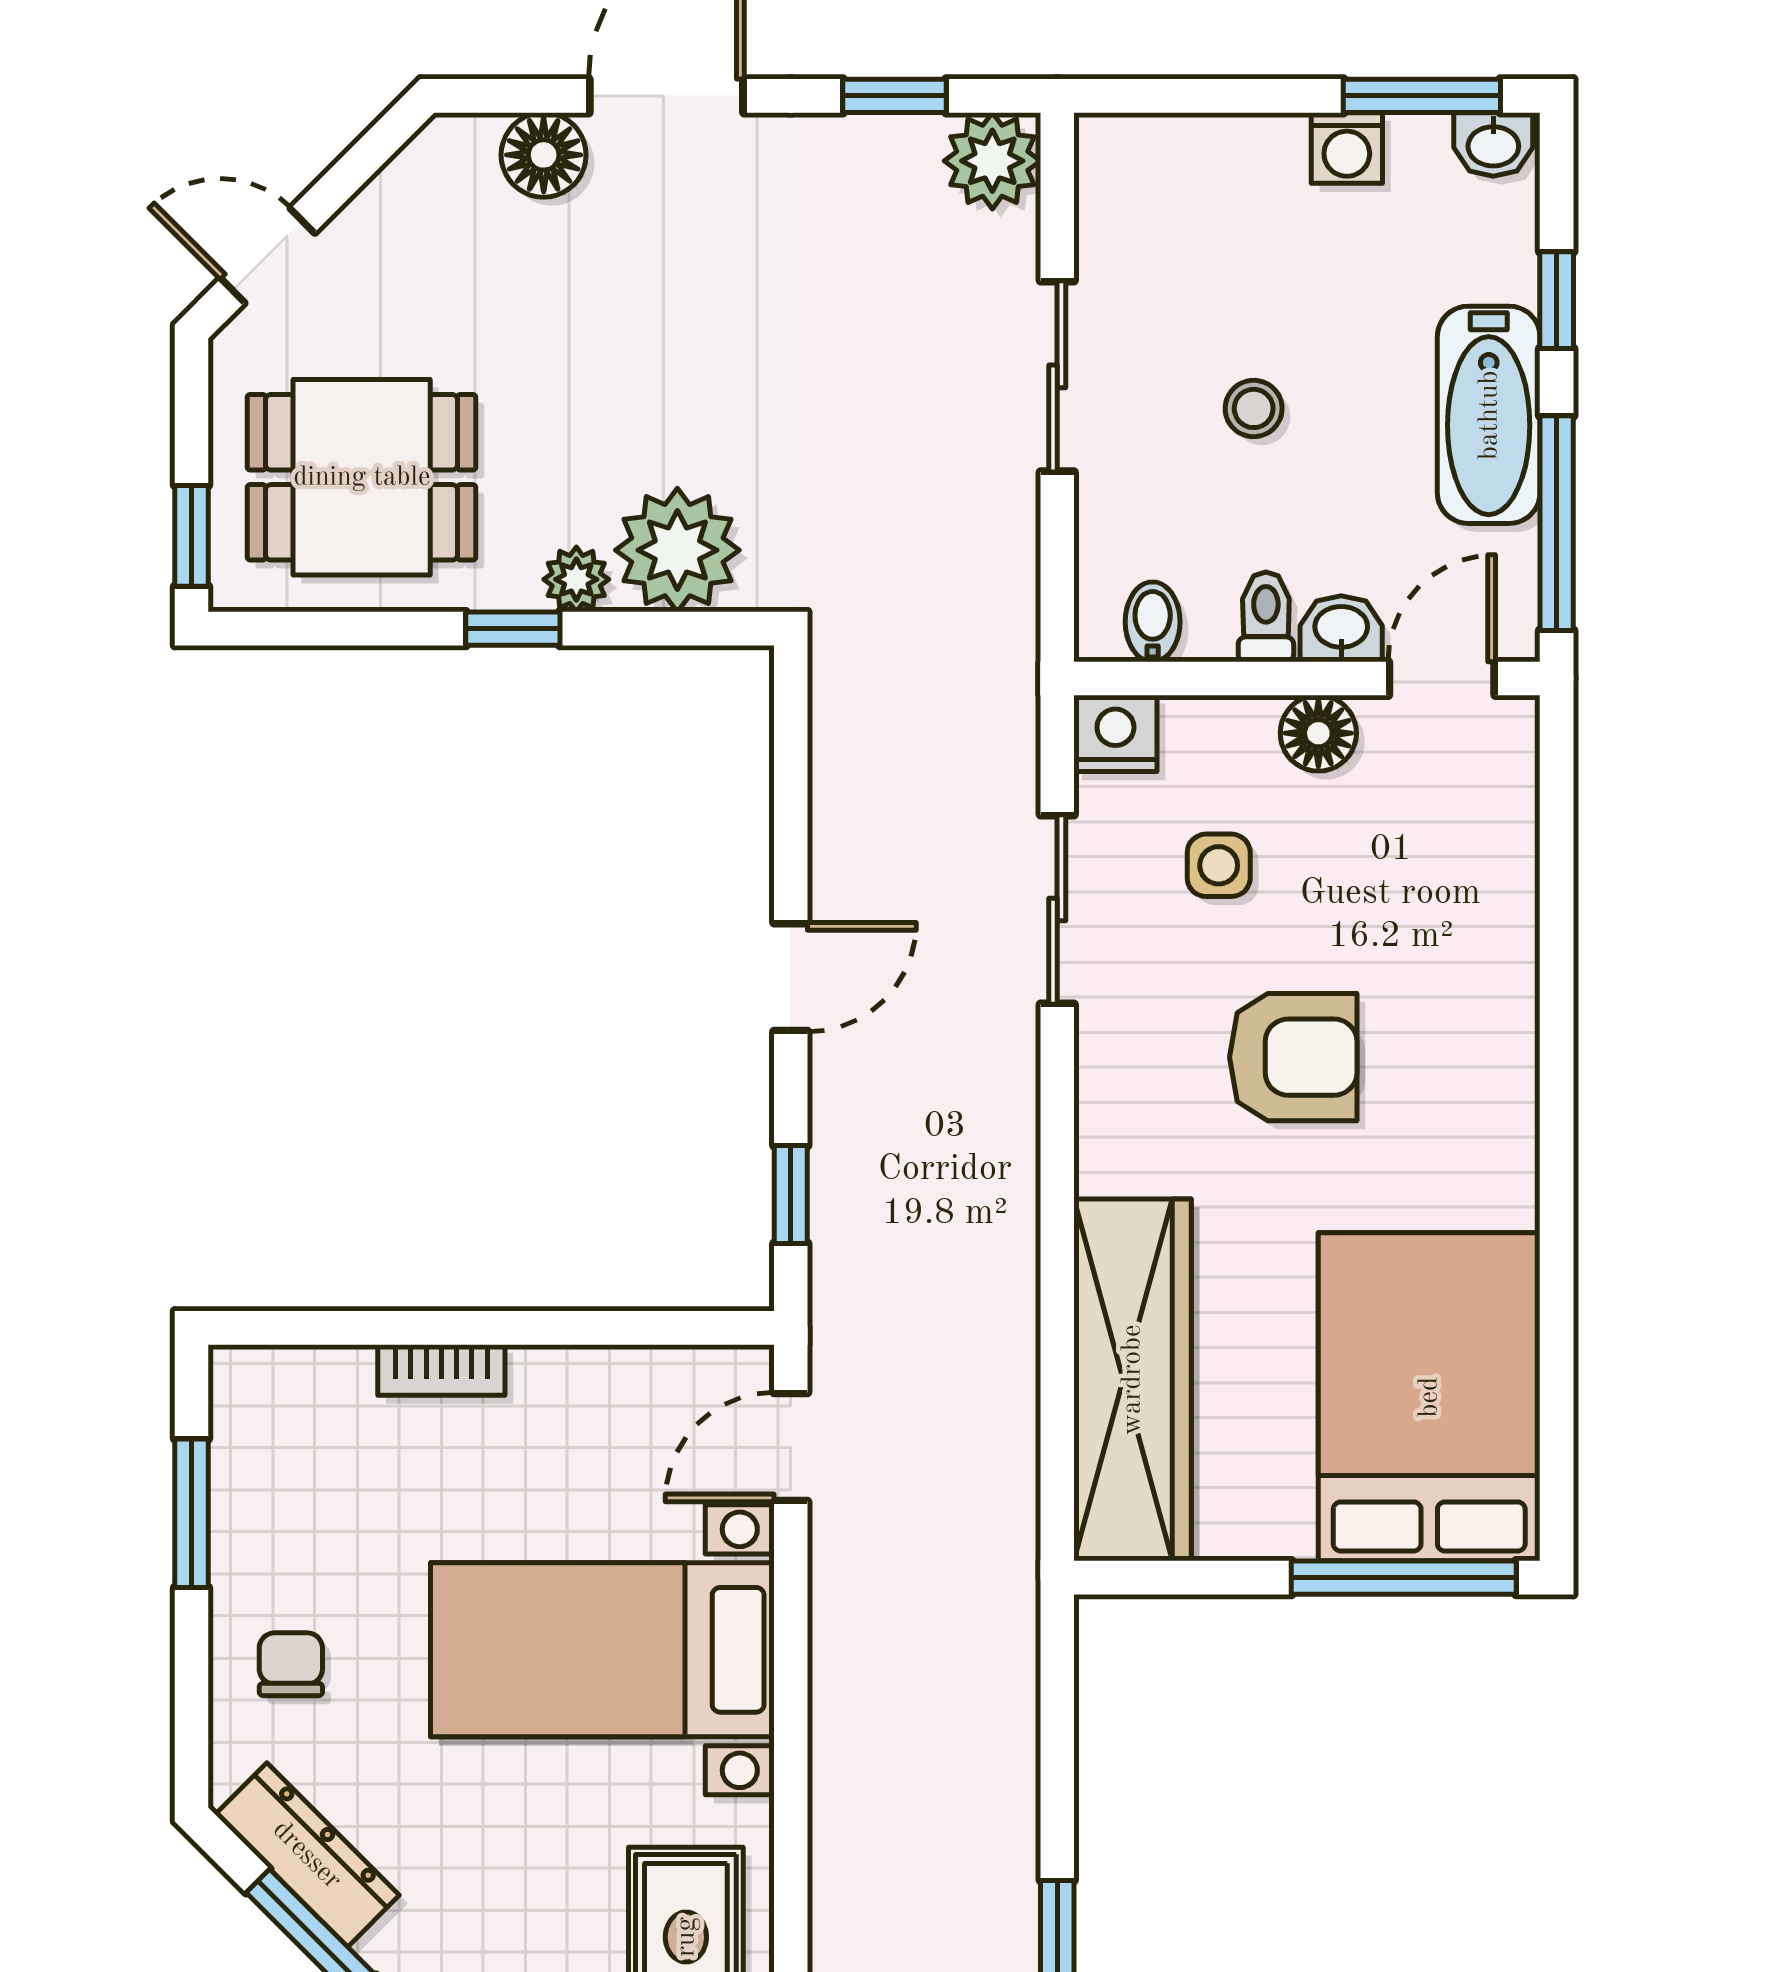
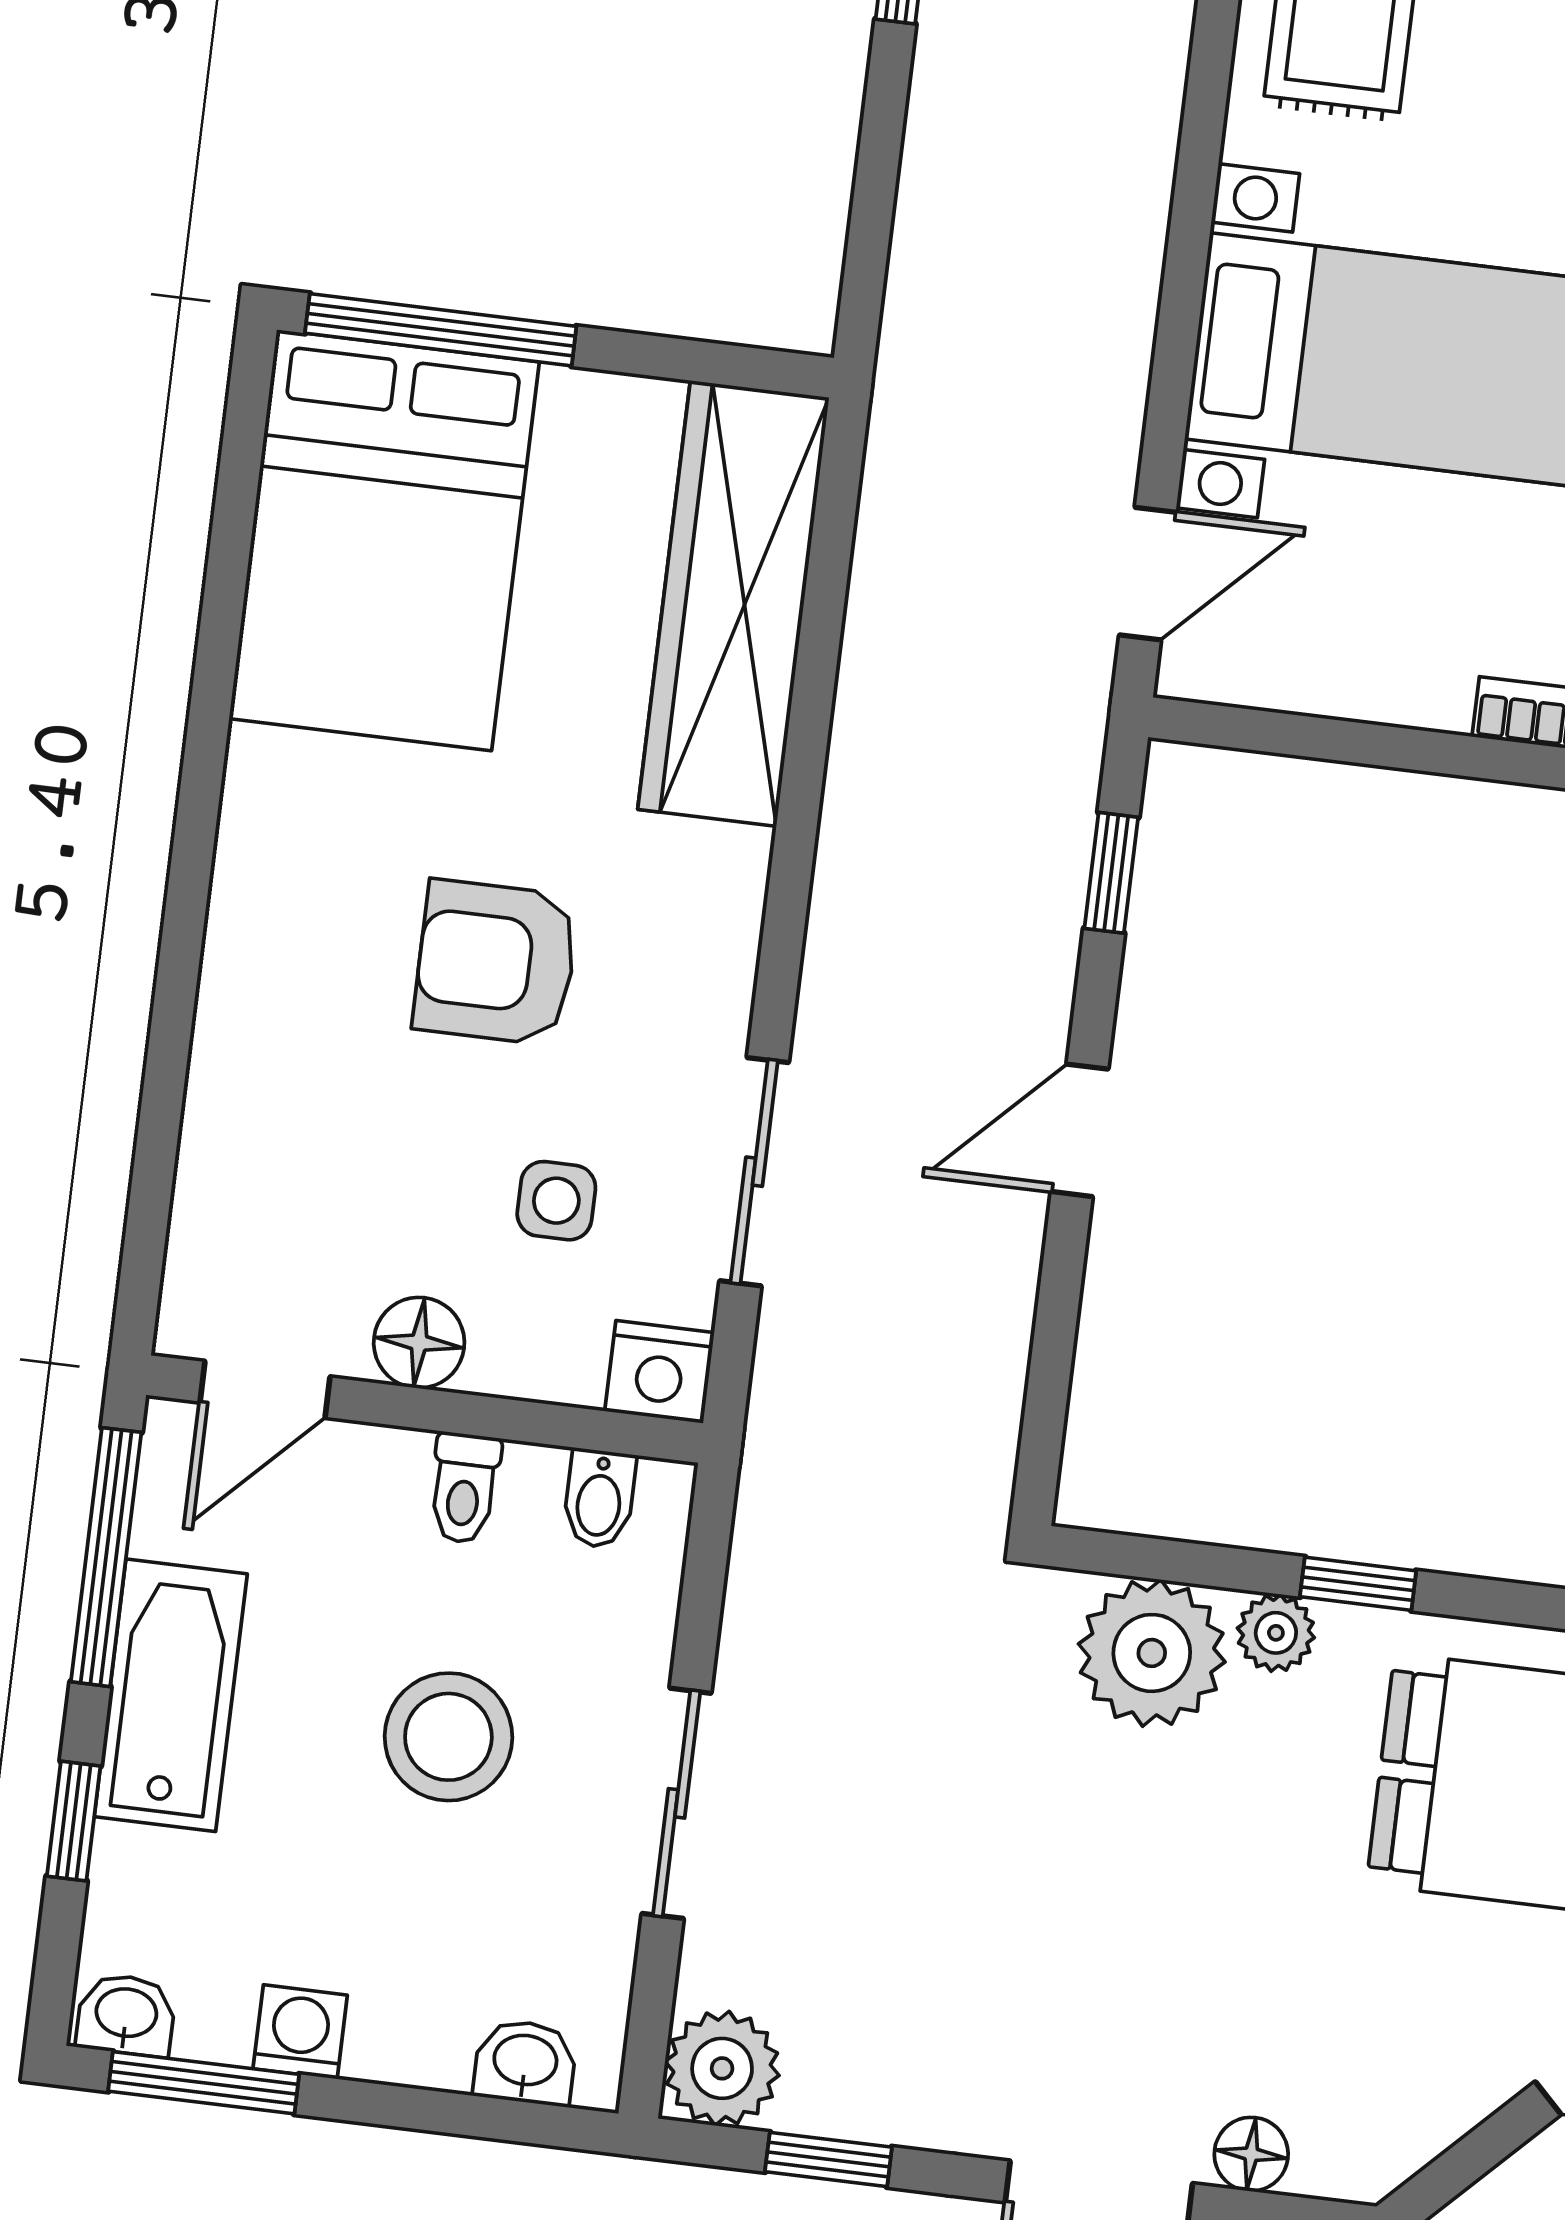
floor lamp: (544, 155) -> (1251, 2154), width x0.73, depth x0.73
stool: (1254, 408) -> (448, 1737), width x1.89, depth x1.89
washbasin: (1341, 629) -> (525, 2062), moved, turned 180

